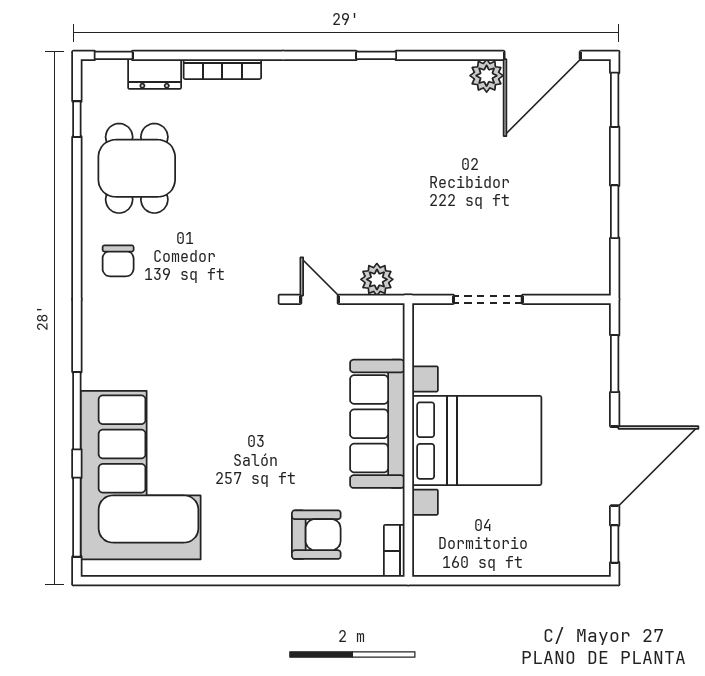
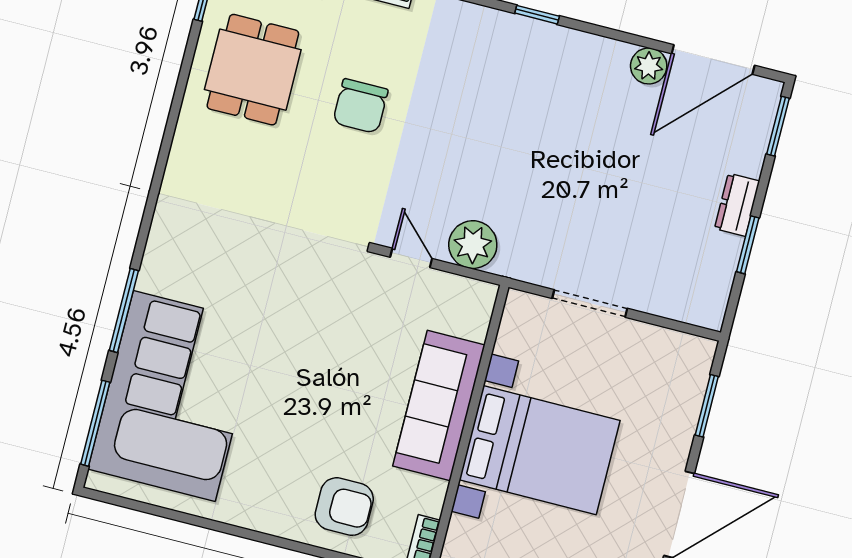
dresser: (596, 179) -> (737, 205), added
chair: (118, 261) -> (360, 106), moved, width x1.37, depth x1.37
plant: (377, 279) -> (473, 245), width x1.36, depth x1.36

